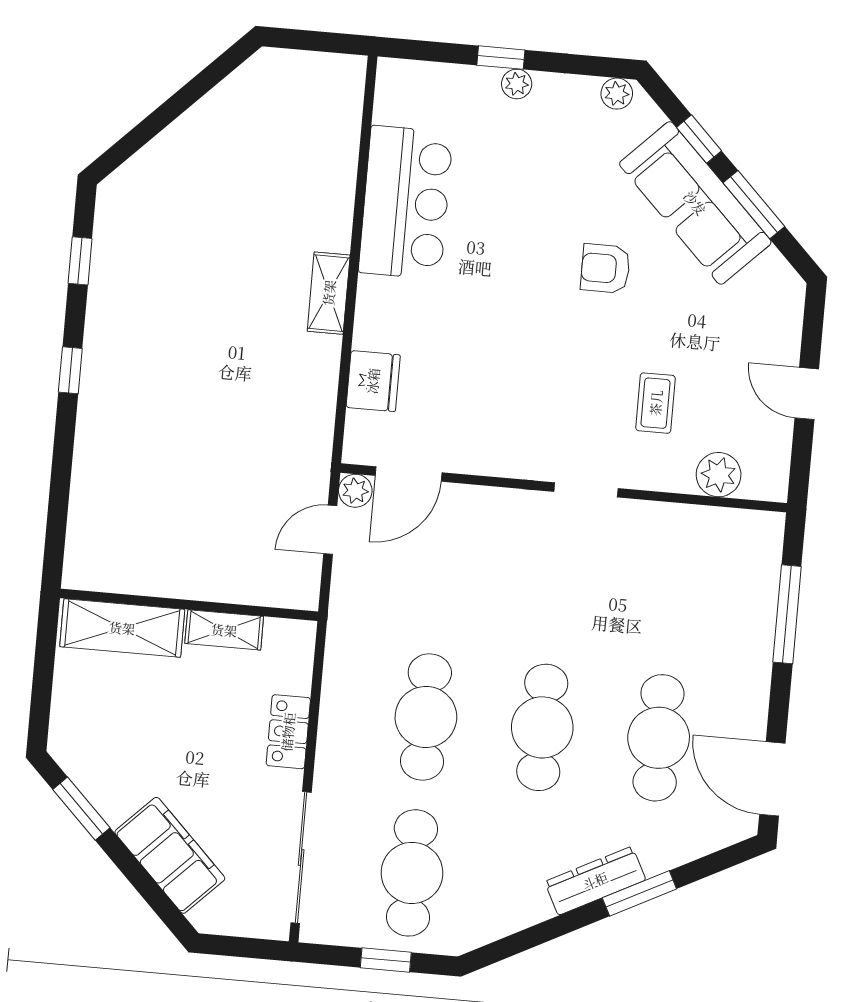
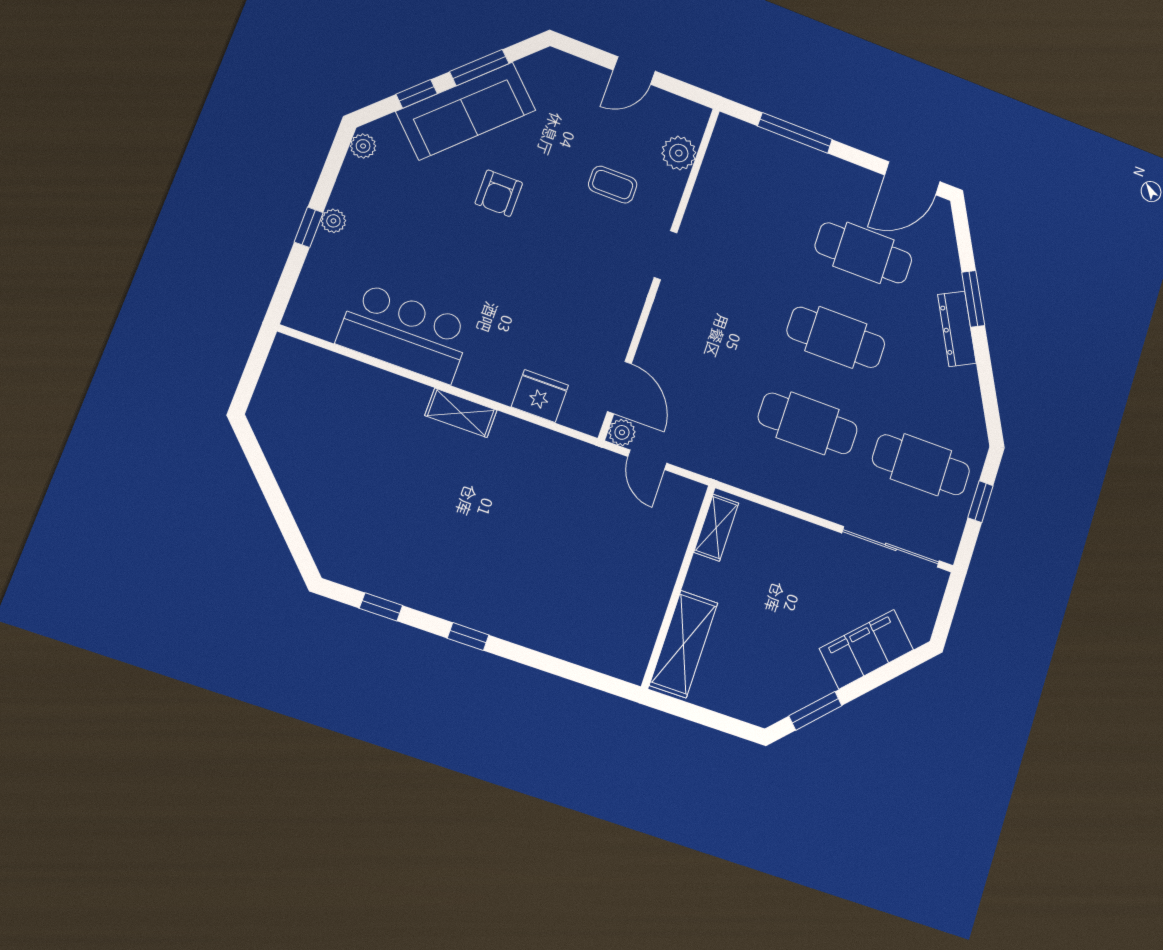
shelving: (224, 630) -> (716, 528), moved
locker: (288, 732) -> (794, 532), removed

